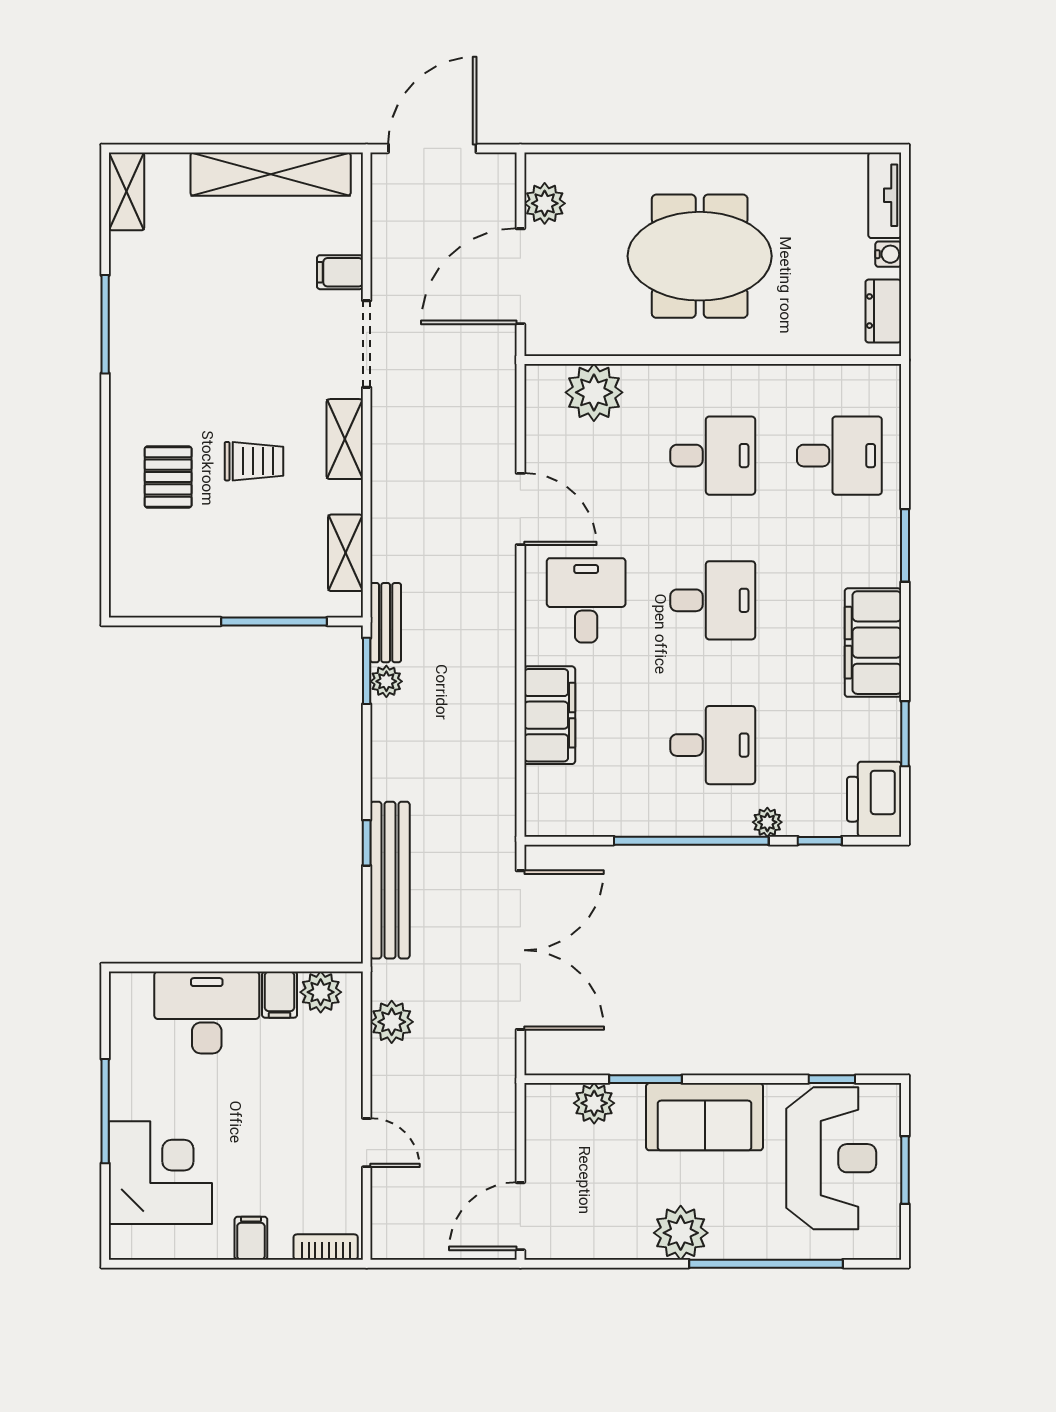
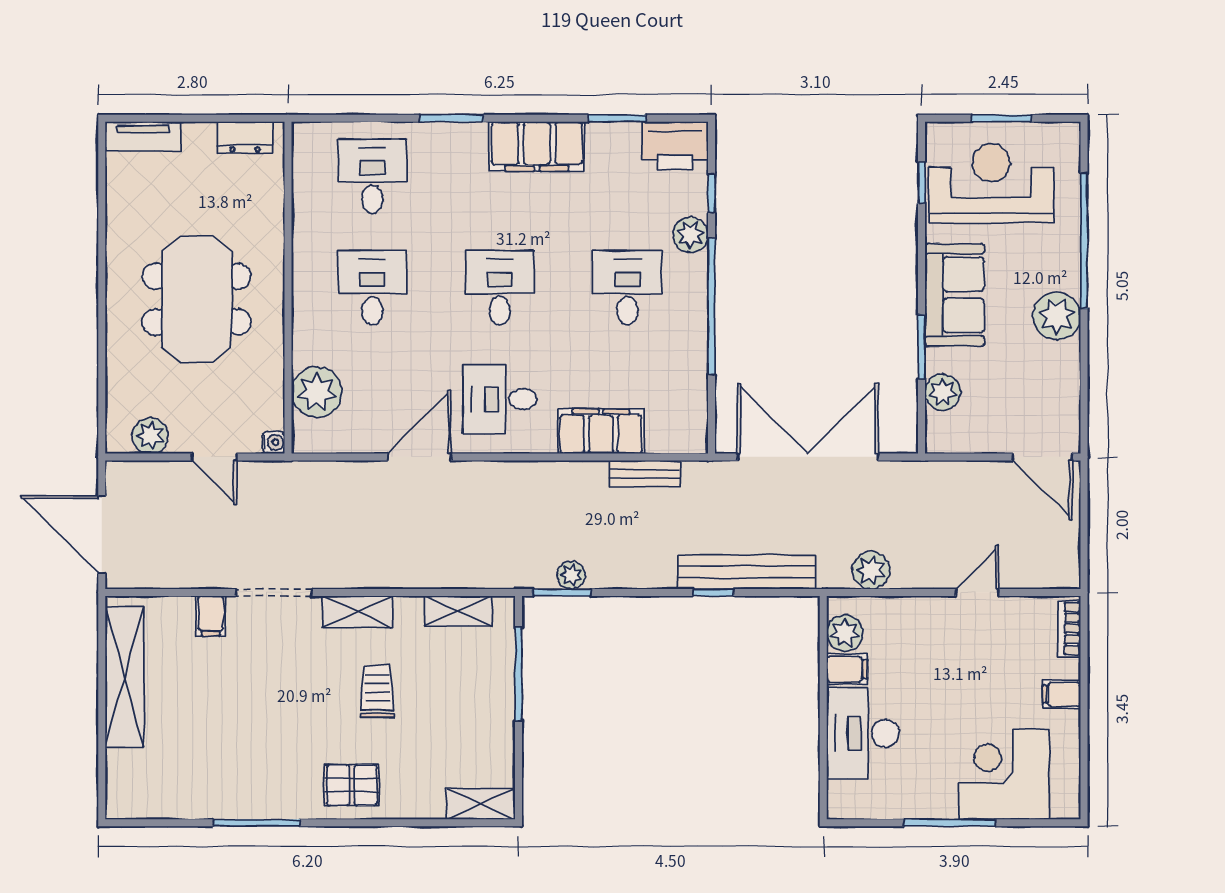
shelving: (127, 191) -> (481, 804), moved
water cooler: (888, 254) -> (273, 442), moved, turned 90
door: (520, 276) -> (214, 457), width x0.53
pallet: (168, 477) -> (352, 785), moved
bench: (386, 623) -> (645, 474), moved
plant: (767, 822) -> (690, 235), width x1.38, depth x1.38

